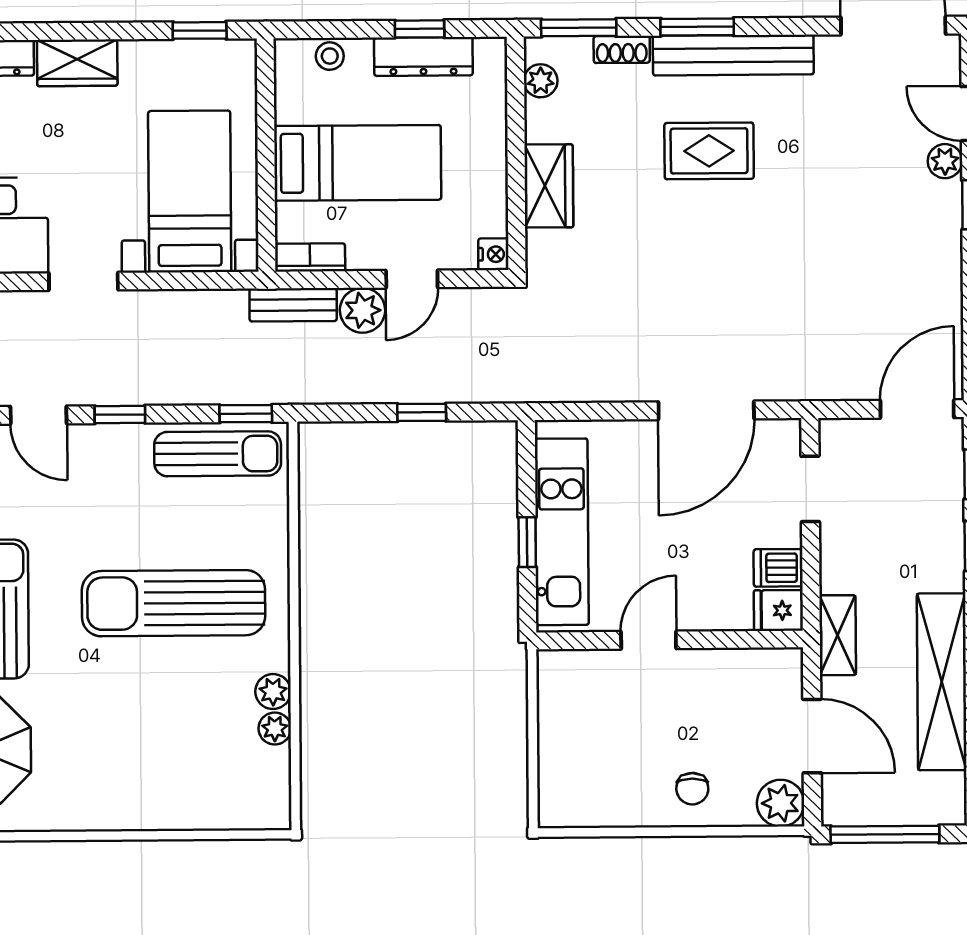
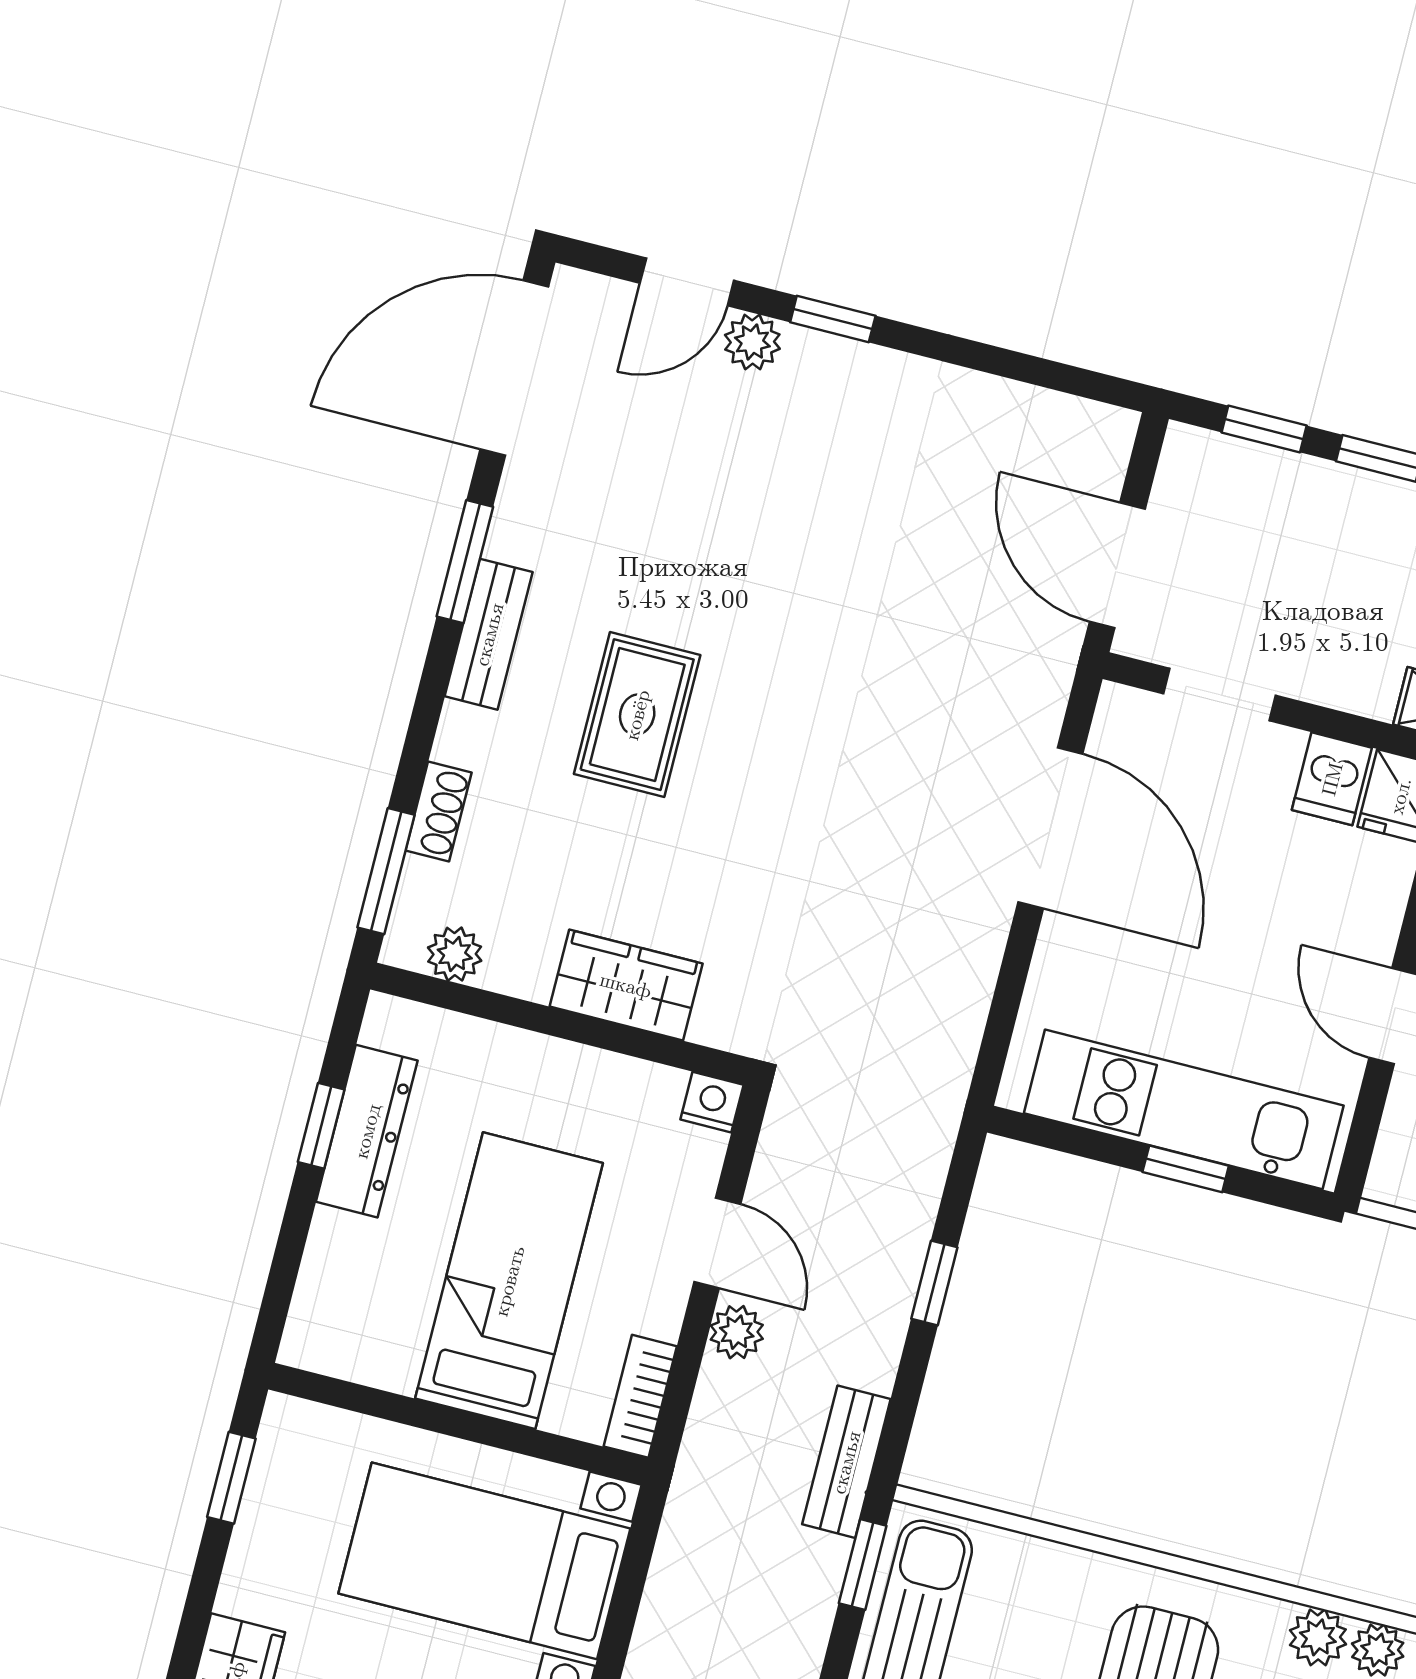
window: (697, 27) -> (465, 562), moved
bench: (733, 55) -> (489, 634), width x0.54, depth x0.82
stool: (330, 56) -> (327, 1280), removed
bench: (293, 305) -> (846, 1462), moved
plant: (363, 310) -> (737, 1332), width x0.73, depth x0.73
door: (917, 409) -> (1117, 565), moved

